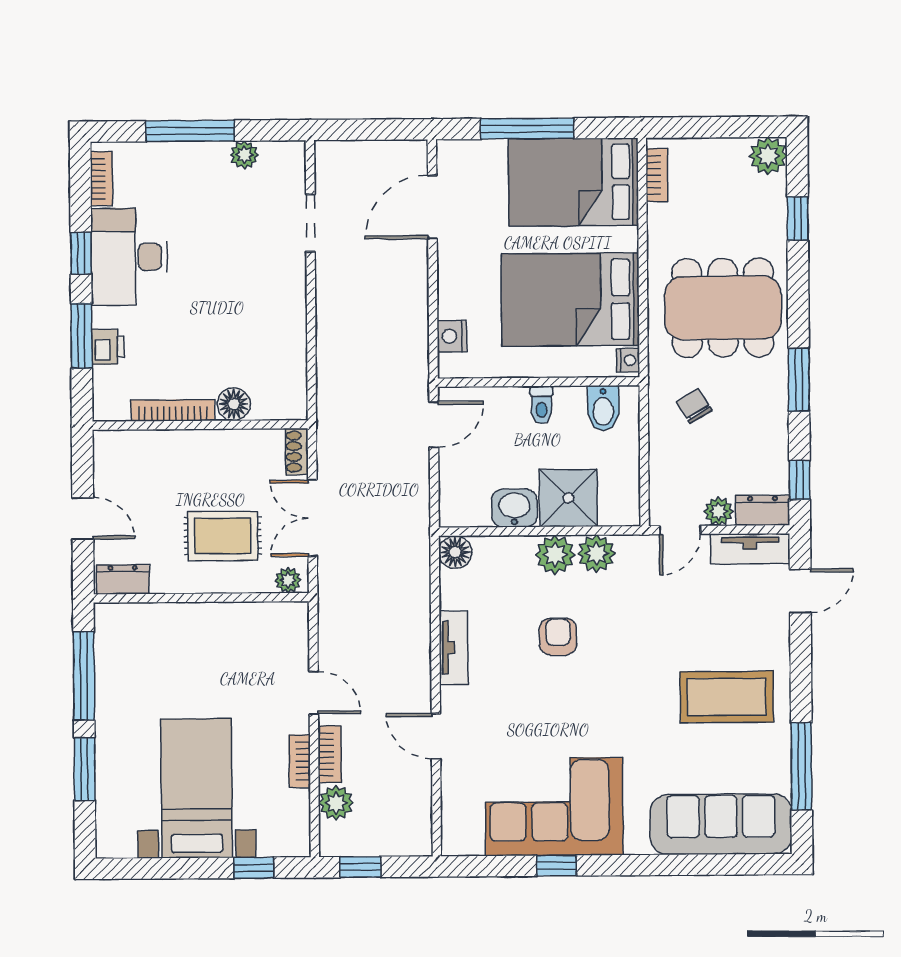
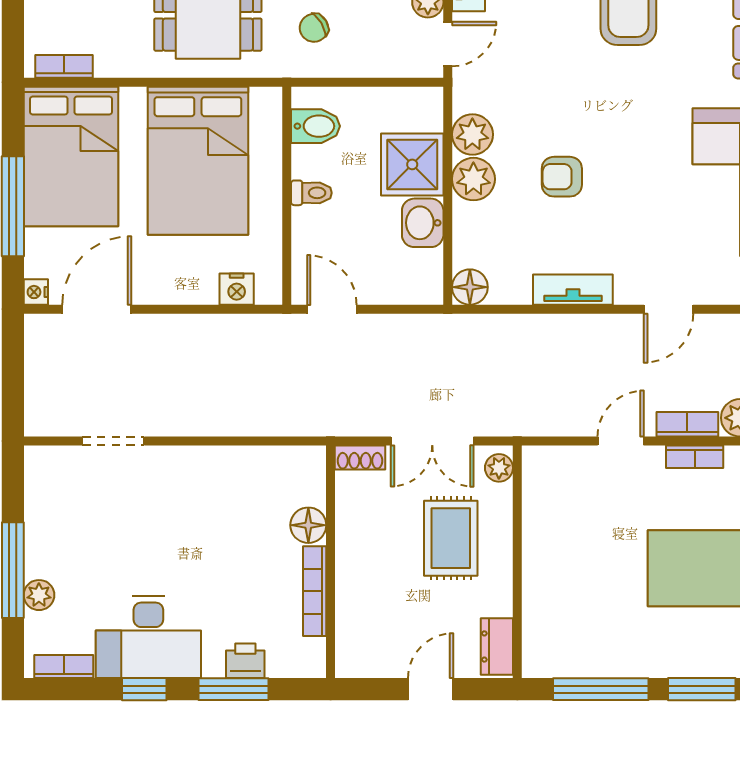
plant: (244, 155) -> (39, 595), moved
door: (432, 207) -> (97, 309), swing flipped
nightstand: (628, 360) -> (36, 292), moved, turned -90
door: (680, 530) -> (448, 44), hinge flipped

